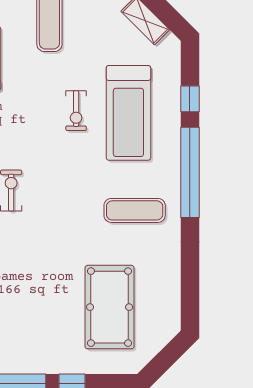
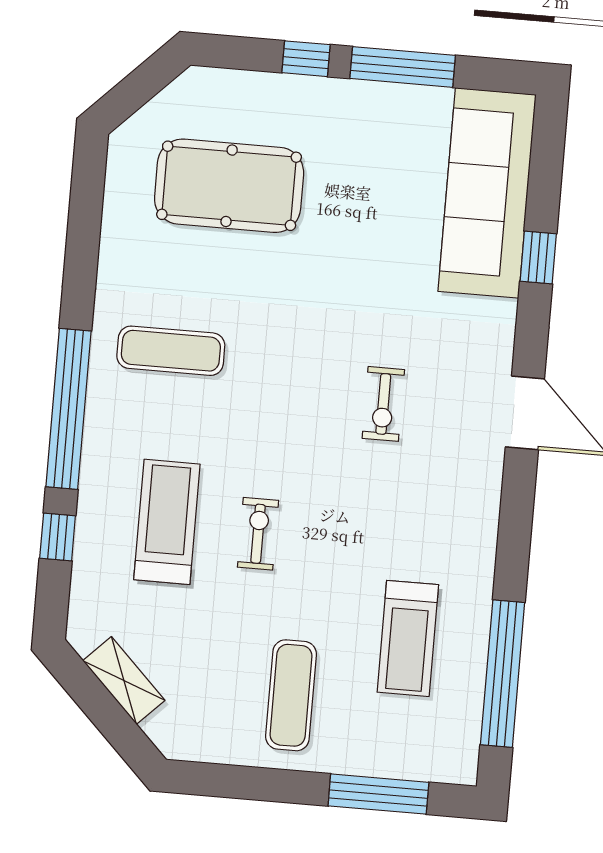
treadmill: (128, 113) -> (167, 522), width x0.73, depth x0.73
pool table: (110, 307) -> (229, 186), turned 90

